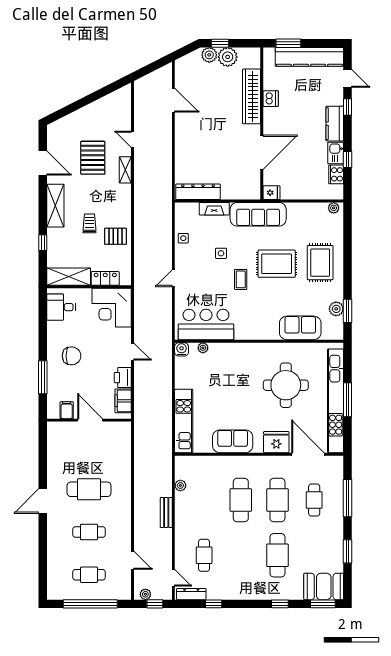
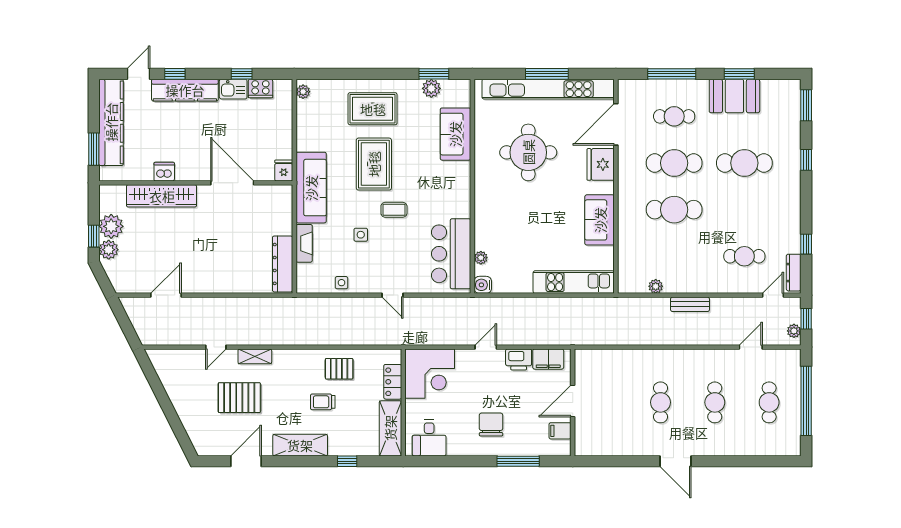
kitchen counter: (335, 124) -> (185, 90), width x1.50
pallet: (116, 236) -> (339, 369), turned 90
cafe table: (89, 489) -> (660, 402), width x0.73, depth x0.74
booth: (324, 586) -> (734, 96), moved, turned 90

